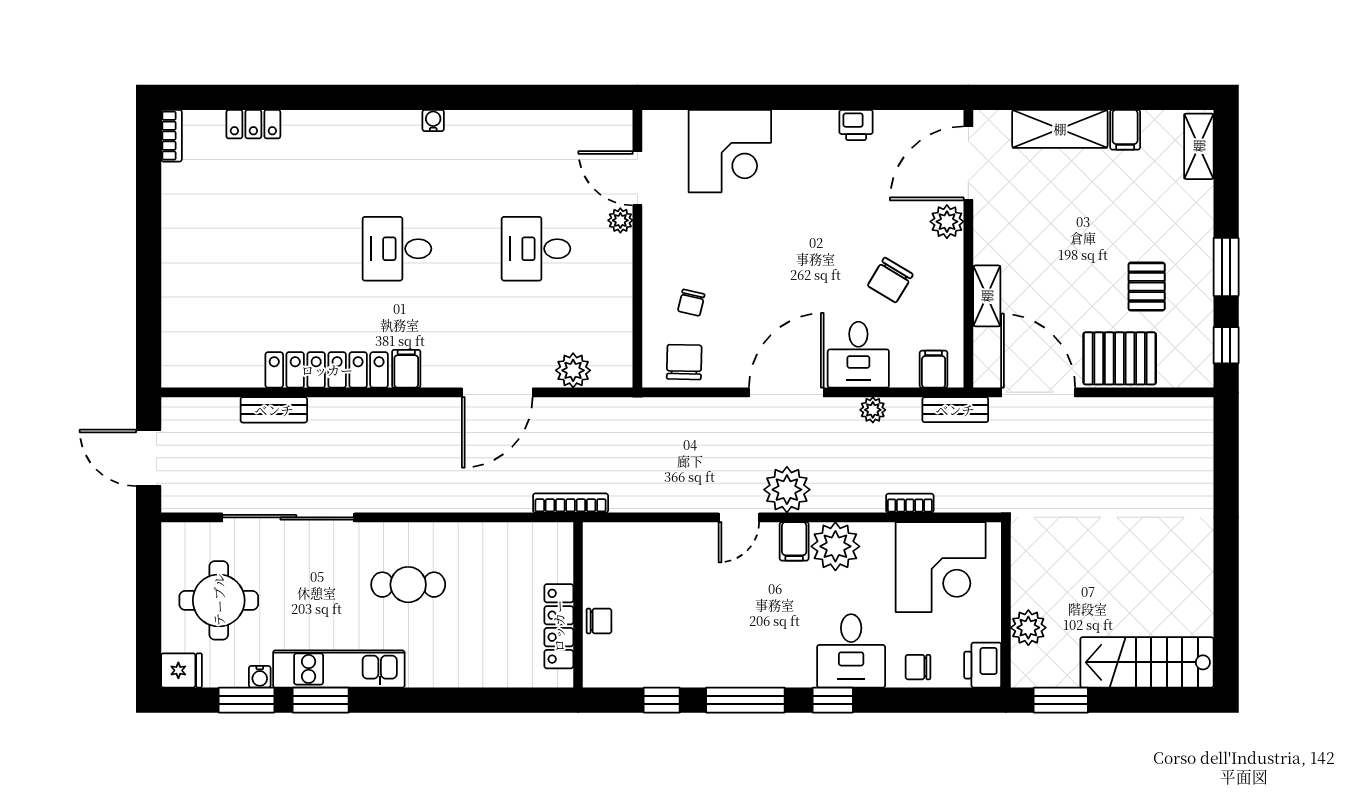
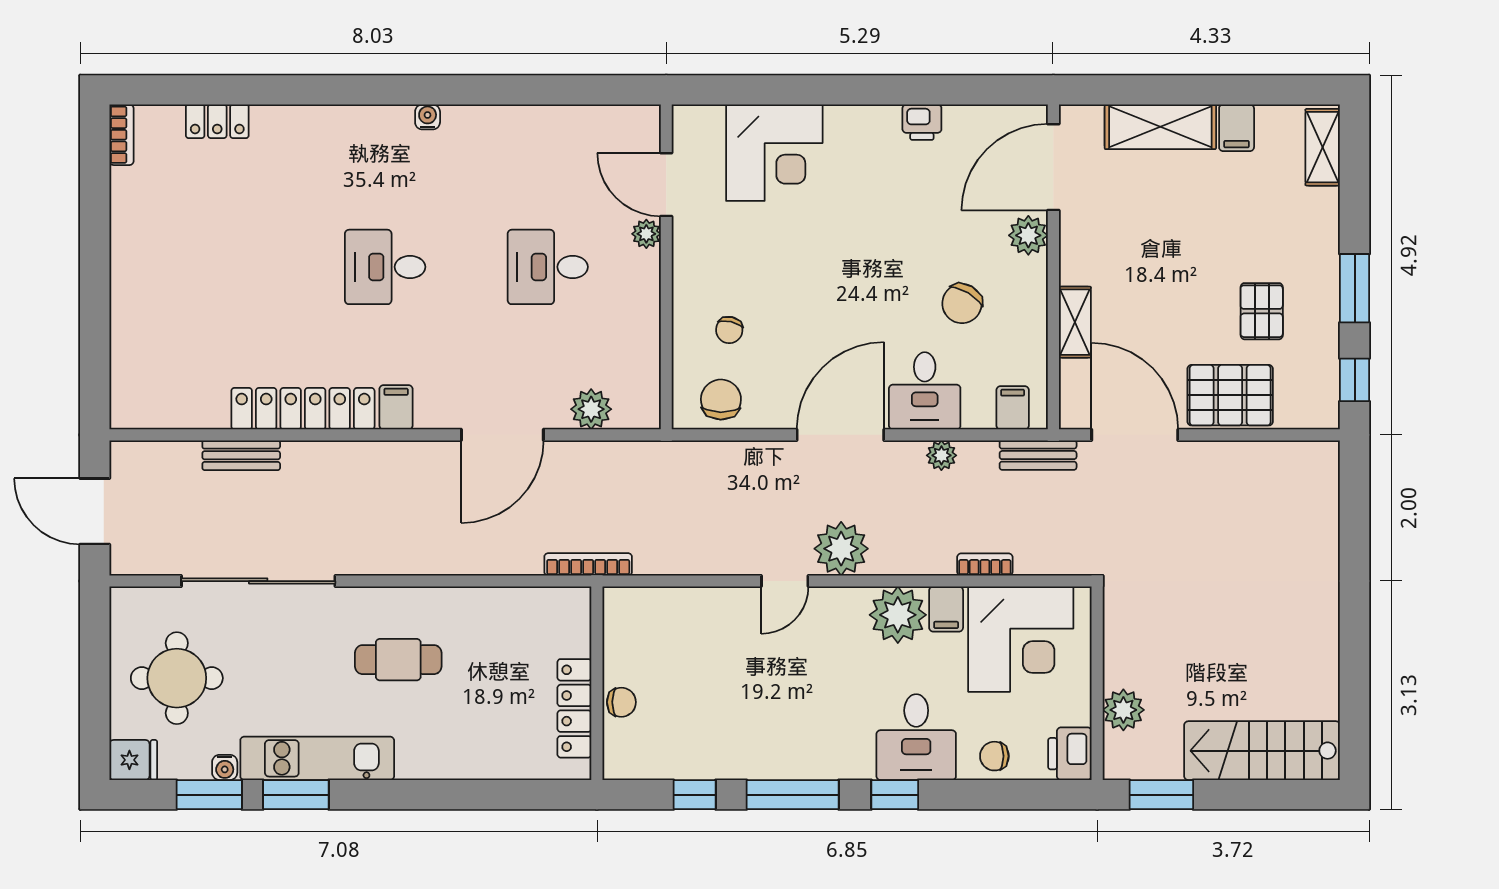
filing cabinet: (794, 541) -> (946, 609), moved

